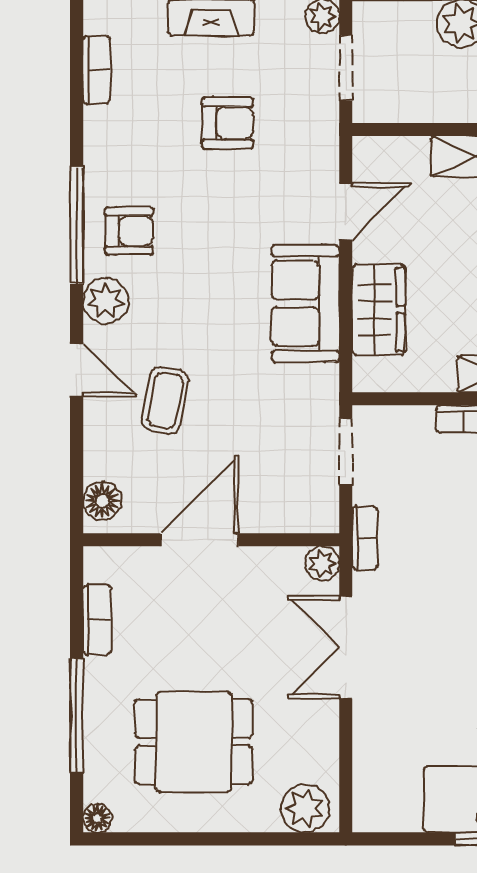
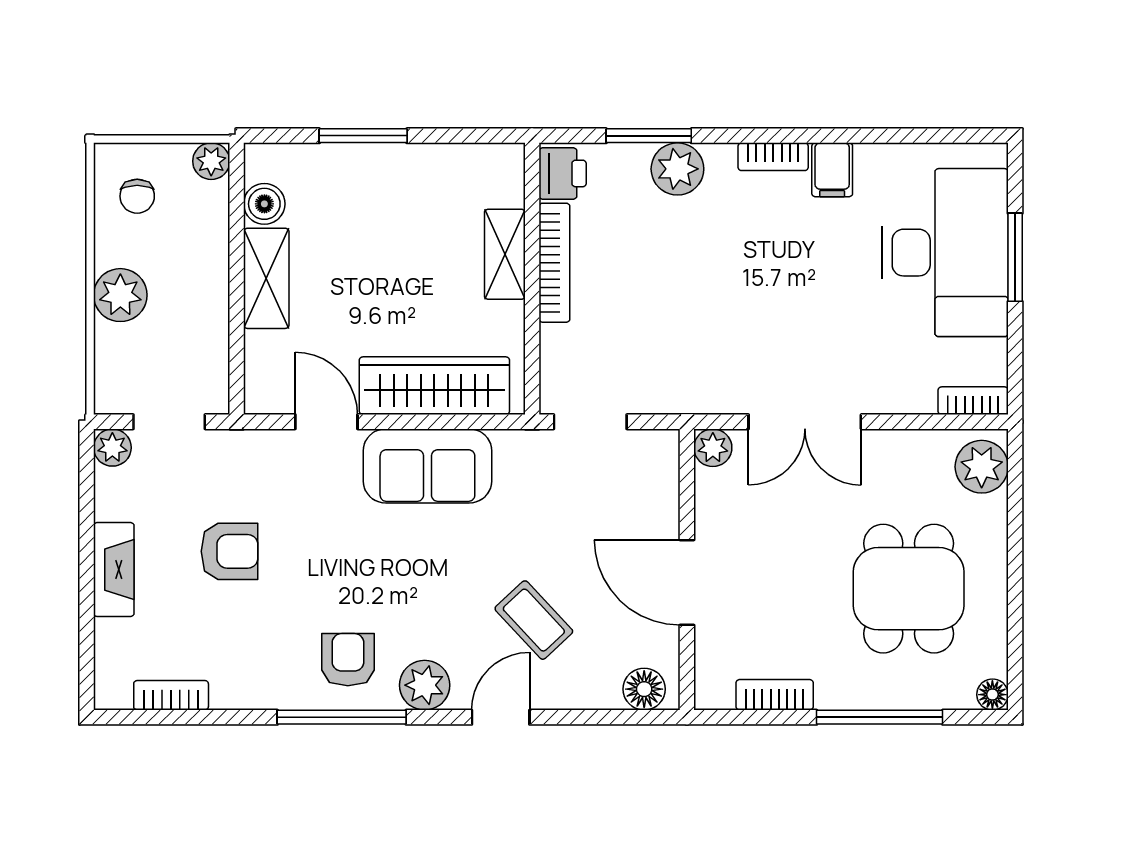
armchair: (228, 123) -> (229, 551), turned 90
wardrobe: (379, 310) -> (434, 386), width x1.50
coffee table: (165, 400) -> (534, 620), turned 36
bookcase: (365, 538) -> (973, 401), moved

